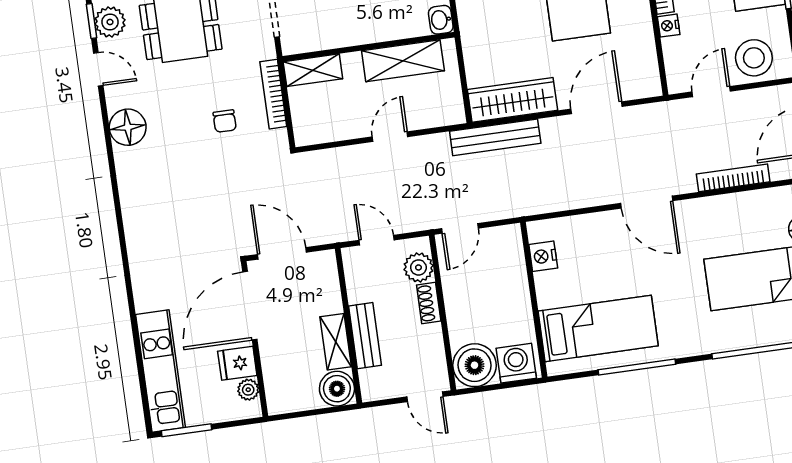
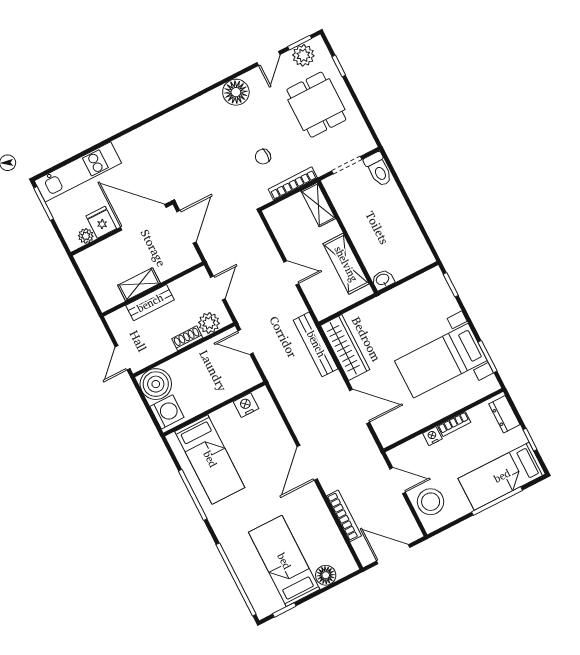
boiler: (337, 389) -> (107, 296), removed

